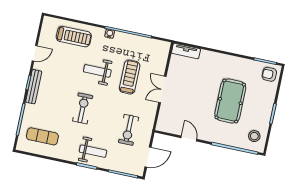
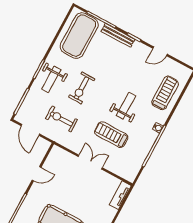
treadmill: (74, 37) -> (165, 93), turned 180
door: (35, 53) -> (160, 51), hinge flipped
treadmill: (130, 77) -> (111, 135), turned 180
bench: (34, 87) -> (118, 35), moved
exercise bike: (83, 108) -> (82, 88), moved, turned 90
exercise mat: (42, 136) -> (79, 36), width x2.00, depth x1.45

